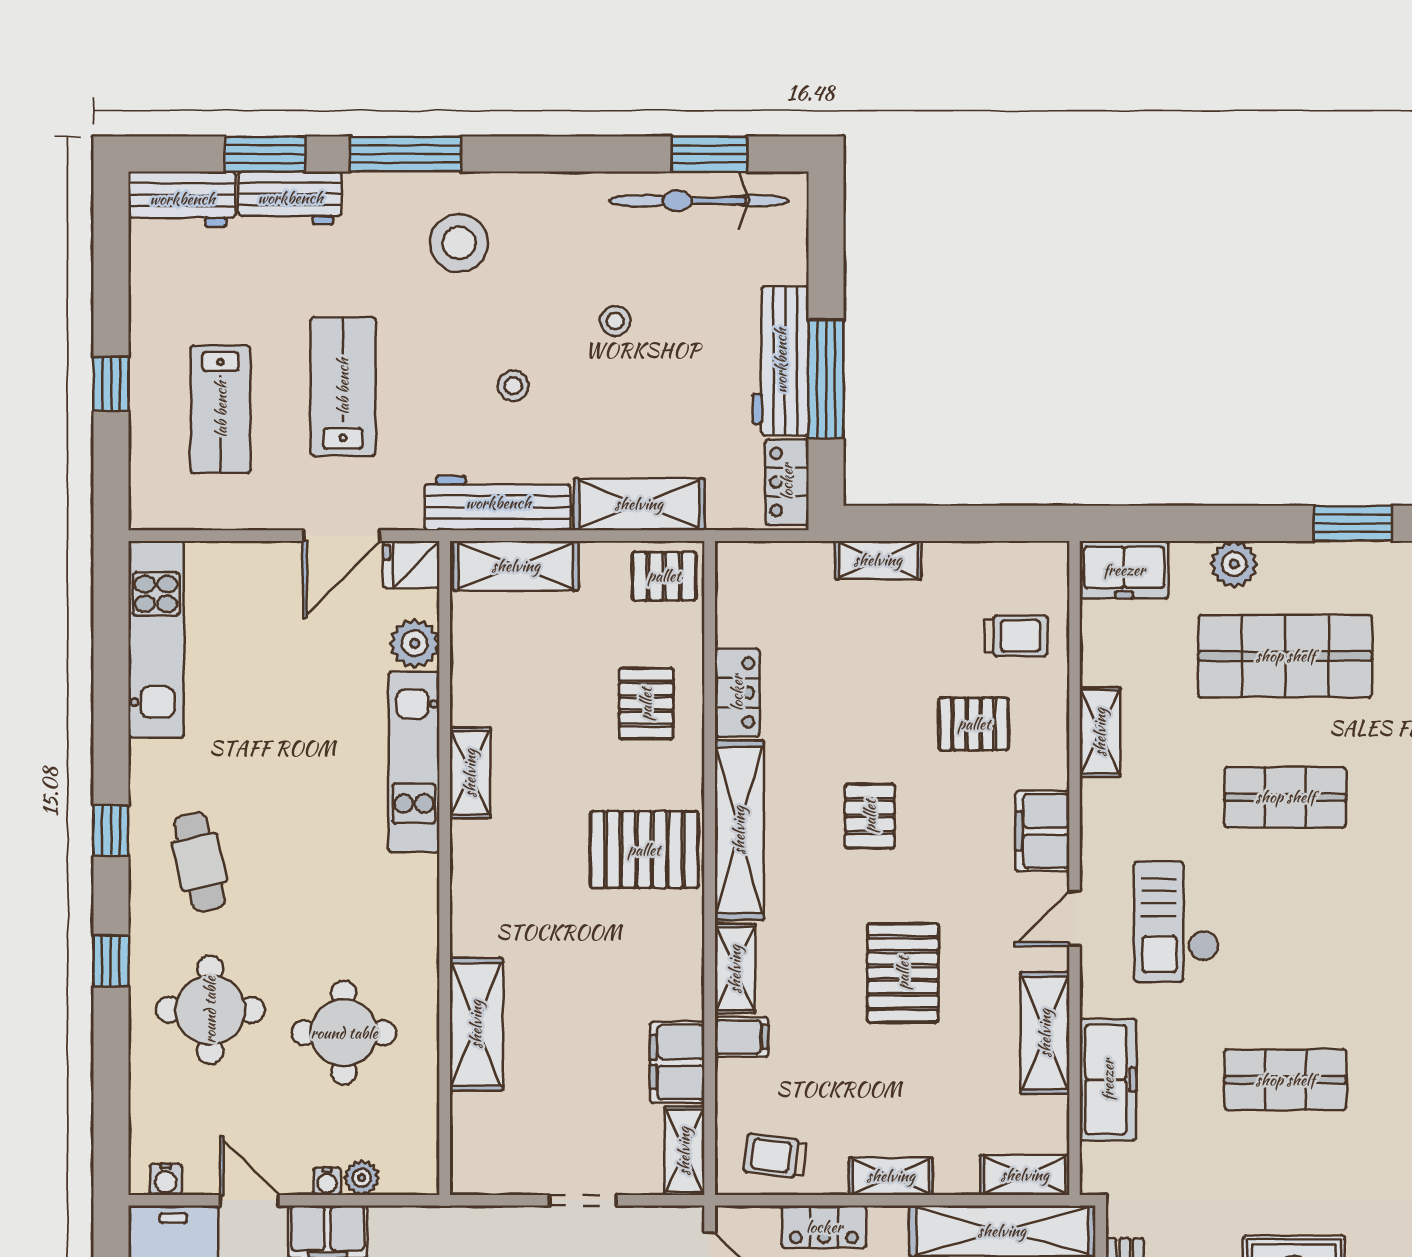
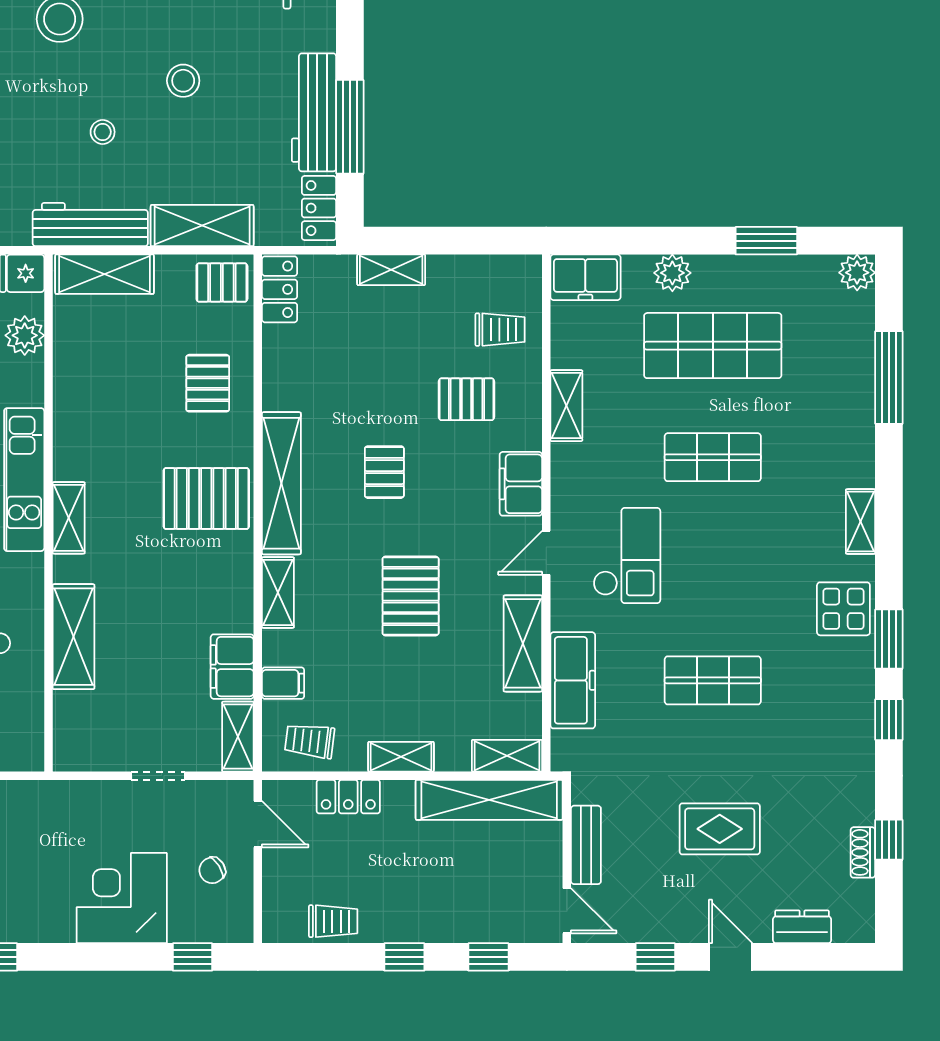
stool: (615, 321) -> (183, 81), width x1.37, depth x1.37
locker: (737, 693) -> (280, 289), moved
kitchen unit: (414, 762) -> (24, 480), moved
shelving: (470, 773) -> (69, 518), moved
checkout: (1176, 922) -> (627, 555), turned 180
filing cabinet: (742, 1037) -> (283, 683), moved

